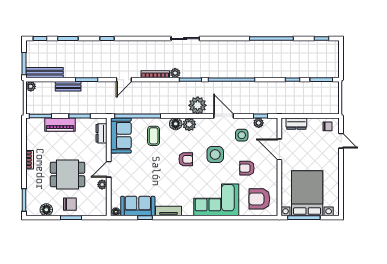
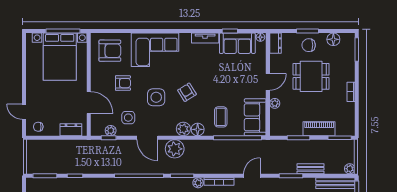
dresser: (101, 133) -> (275, 43), moved
armchair: (186, 159) -> (187, 92), turned 58
plant: (102, 185) -> (275, 103), moved

